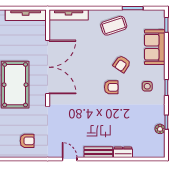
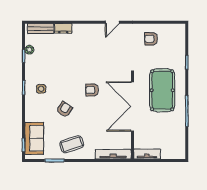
tv unit: (26, 15) -> (147, 154), width x0.71
sofa: (155, 47) -> (34, 138), moved
armchair: (111, 87) -> (92, 90), moved
bench: (98, 152) -> (41, 29), moved
door: (70, 159) -> (112, 22), hinge flipped

